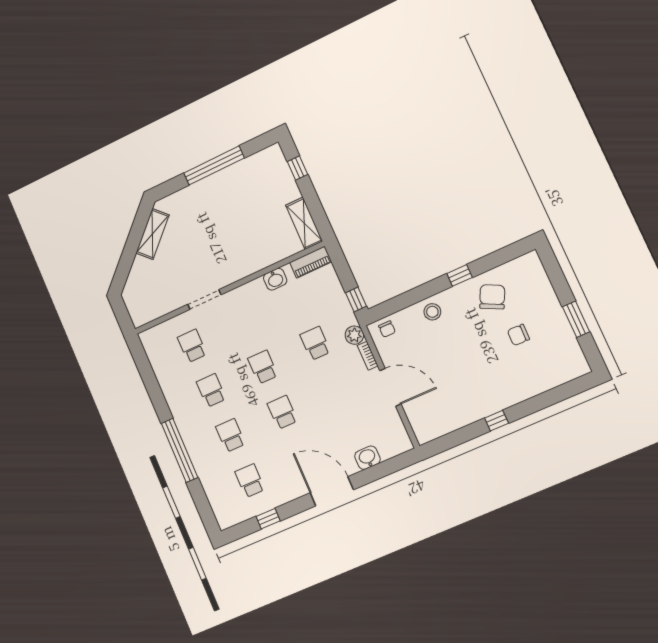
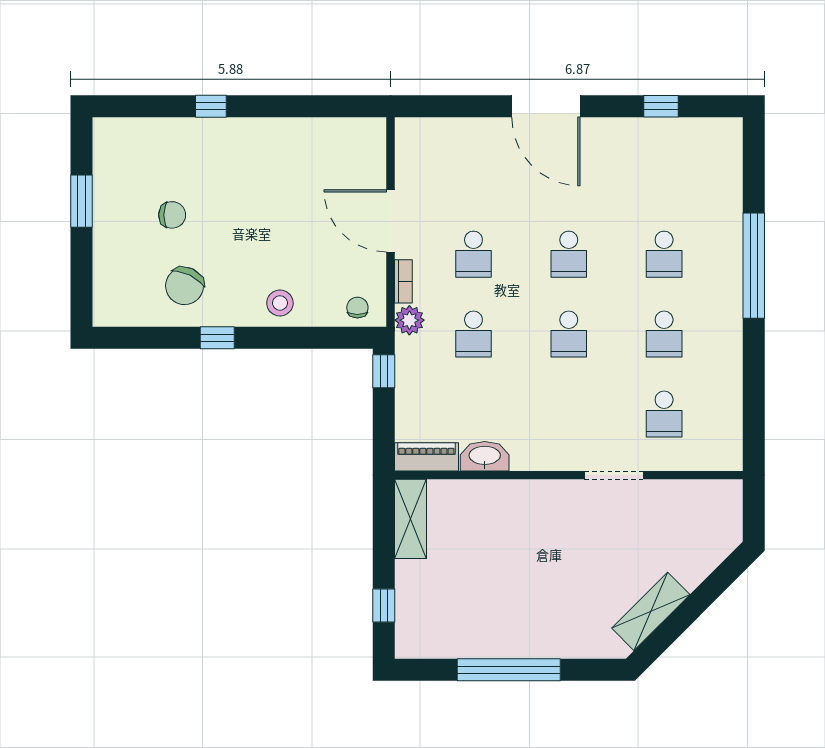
washbasin: (275, 279) -> (485, 456), width x1.38
window: (497, 421) -> (211, 106), moved
washbasin: (367, 458) -> (470, 133), removed
school desk: (250, 481) -> (473, 254), moved

